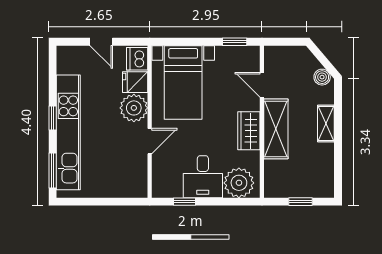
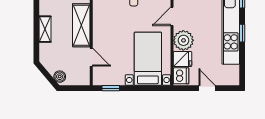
boiler: (322, 77) -> (60, 77), moved
wardrobe: (249, 131) -> (101, 24), removed

